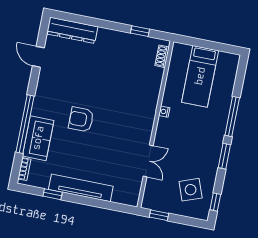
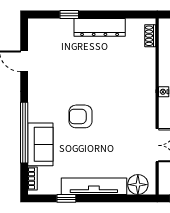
dresser: (72, 30) -> (100, 27), moved
window: (140, 31) -> (69, 14), moved
floor lamp: (123, 194) -> (138, 185), added

